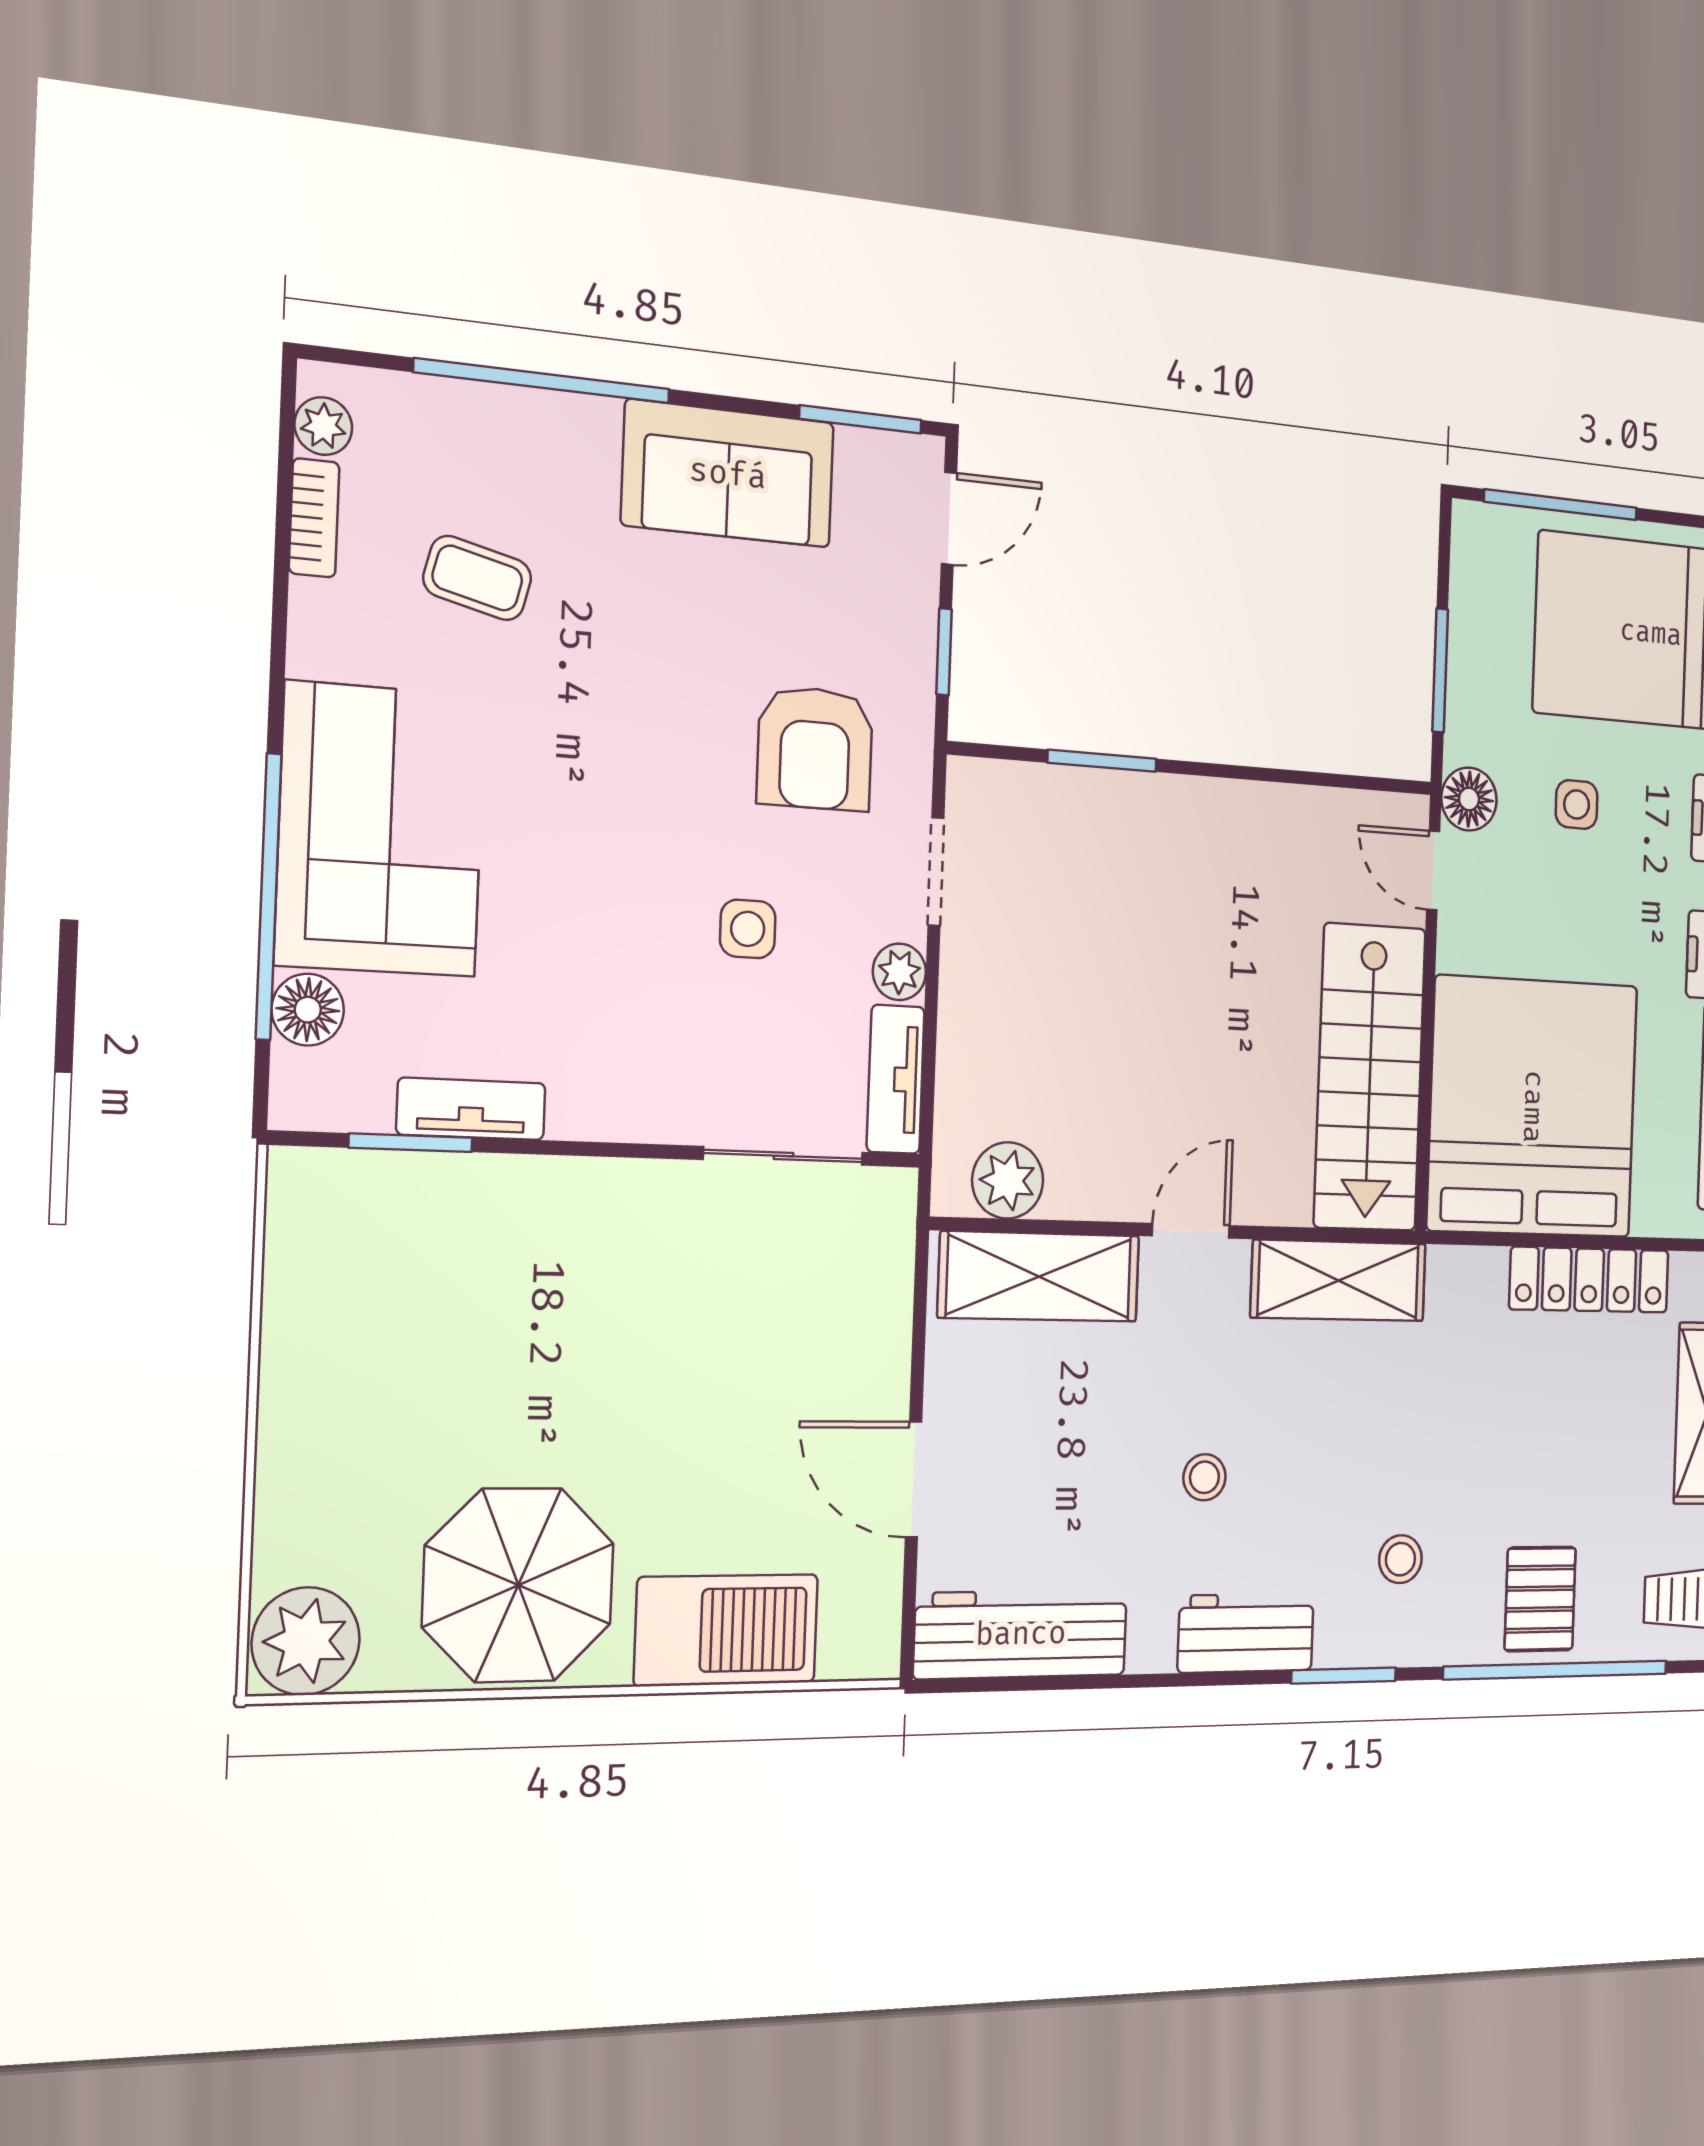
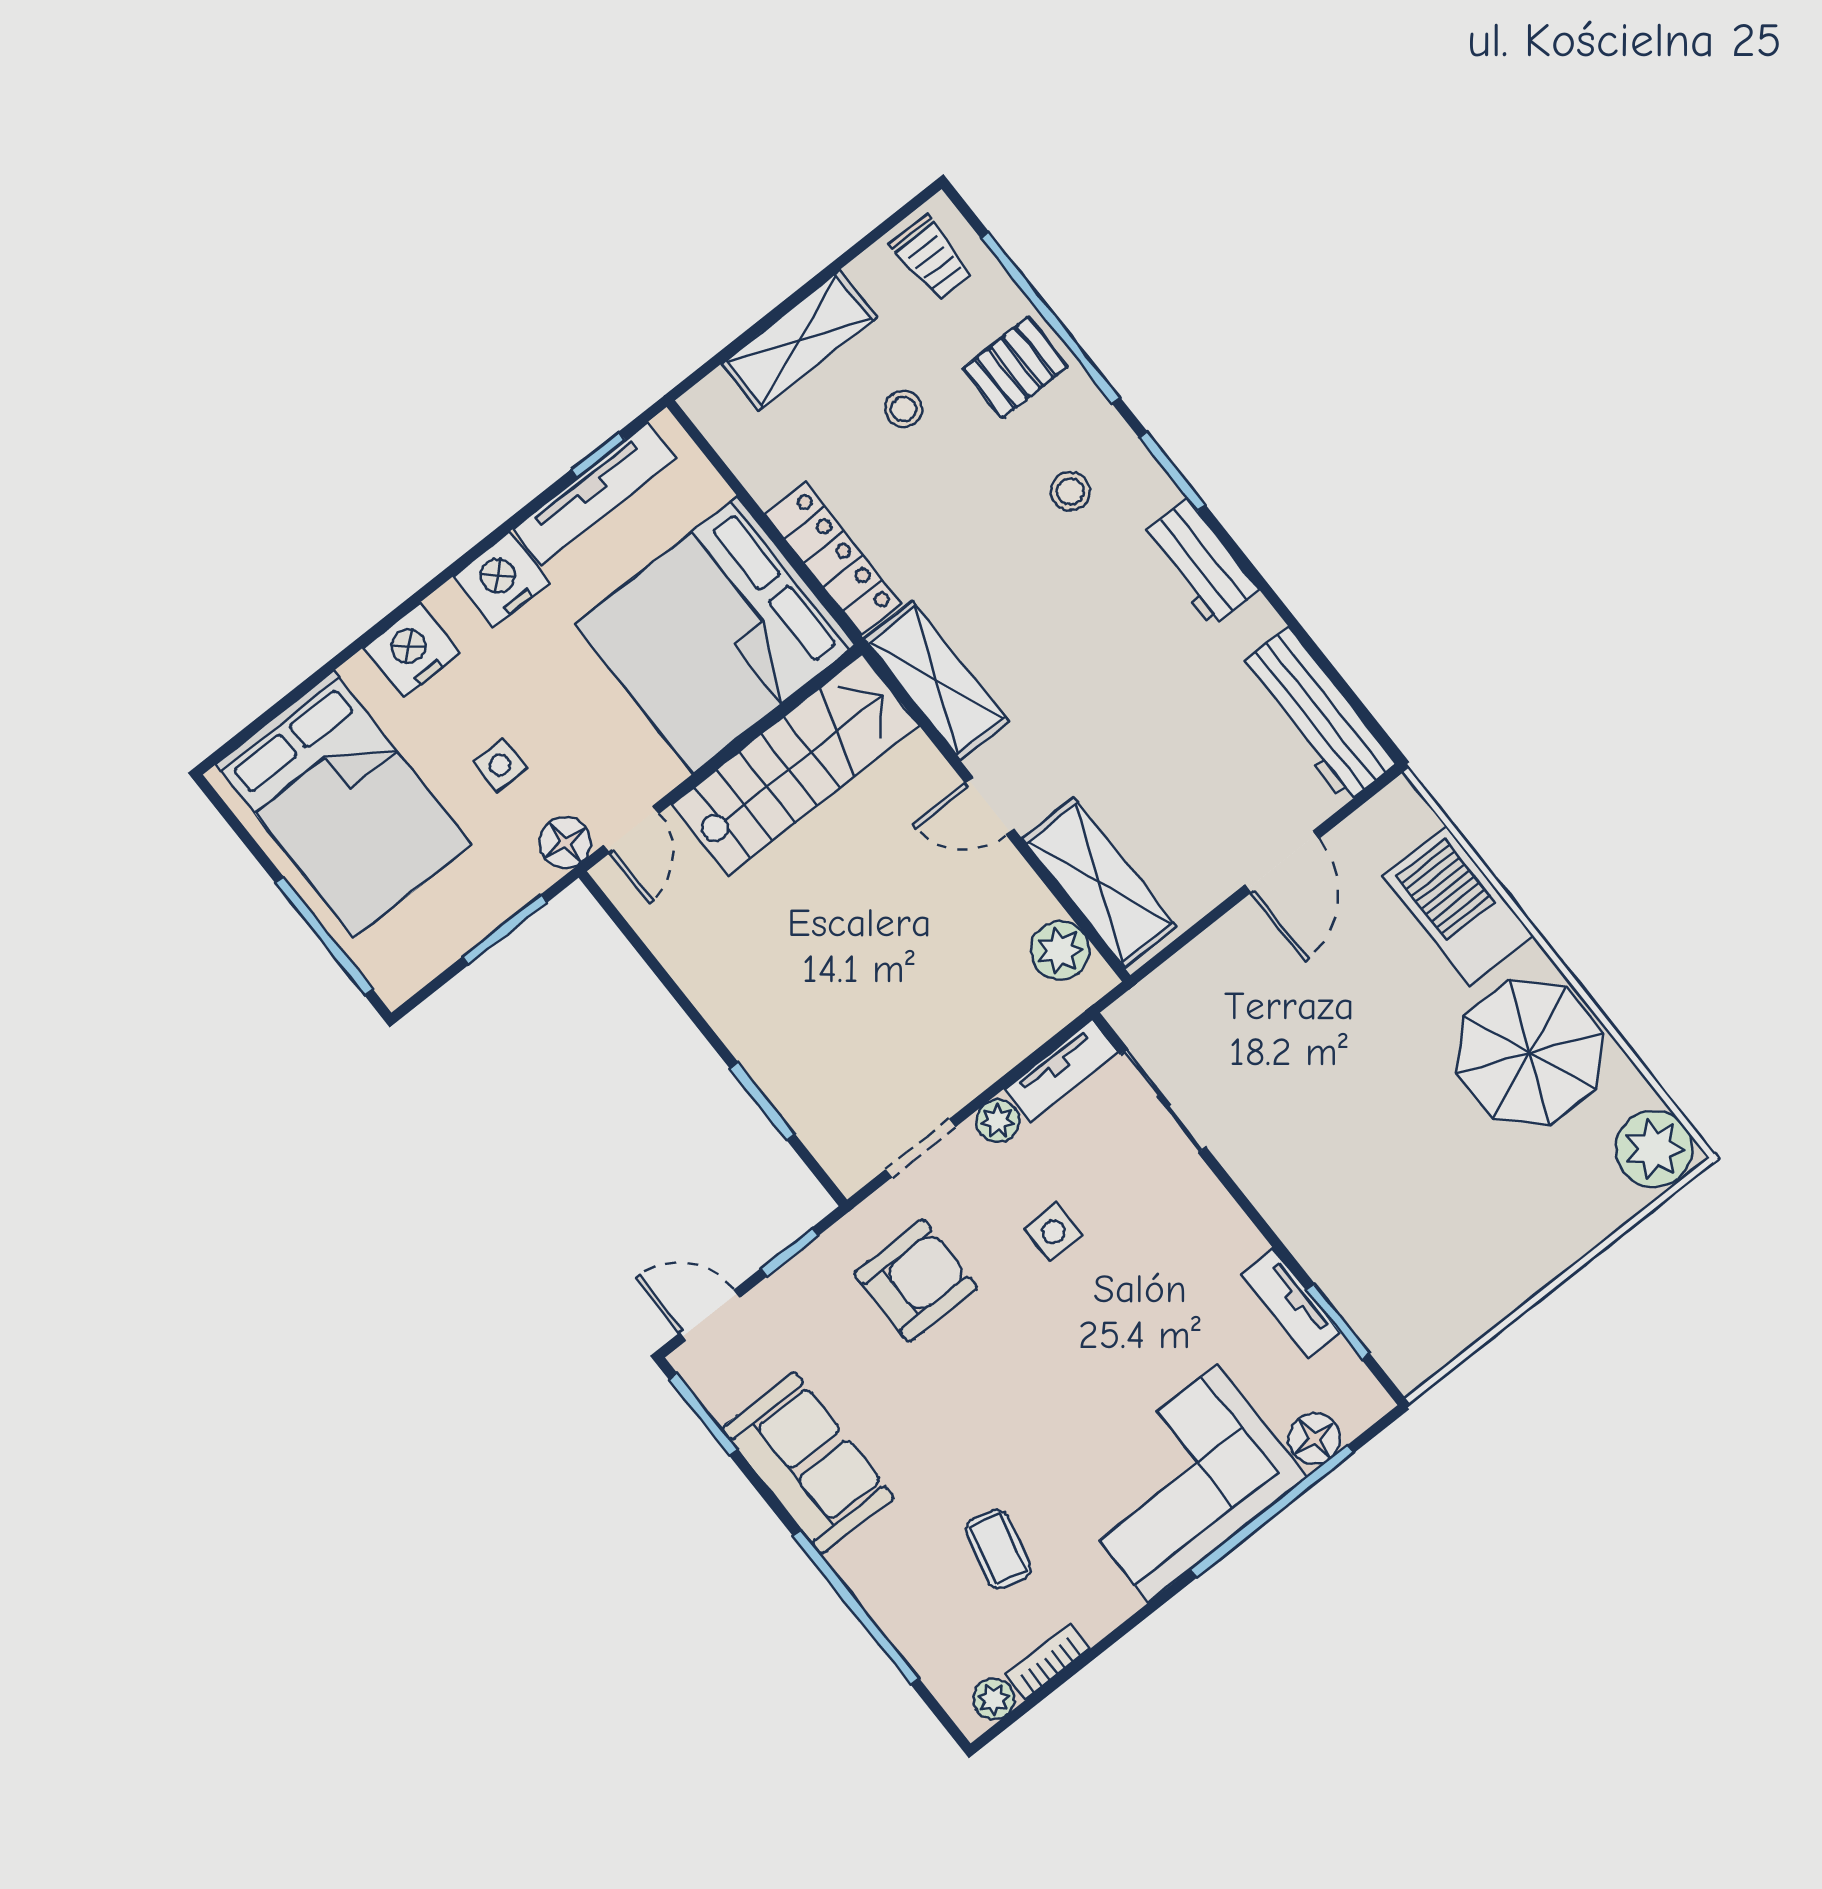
locker: (1589, 1280) -> (833, 559), moved
stool: (1204, 1477) -> (903, 409), moved

